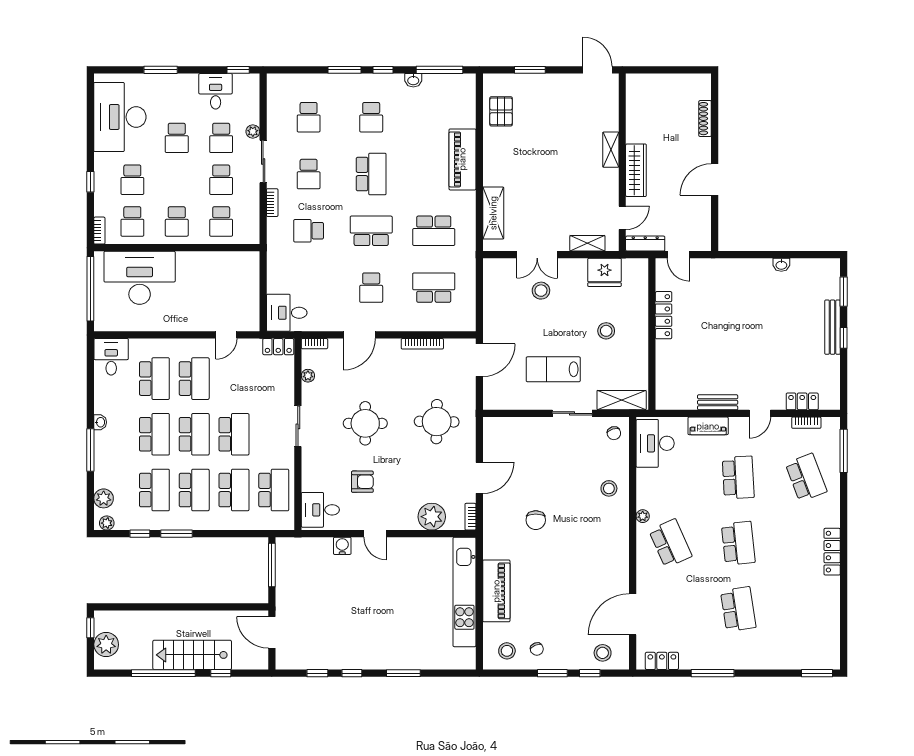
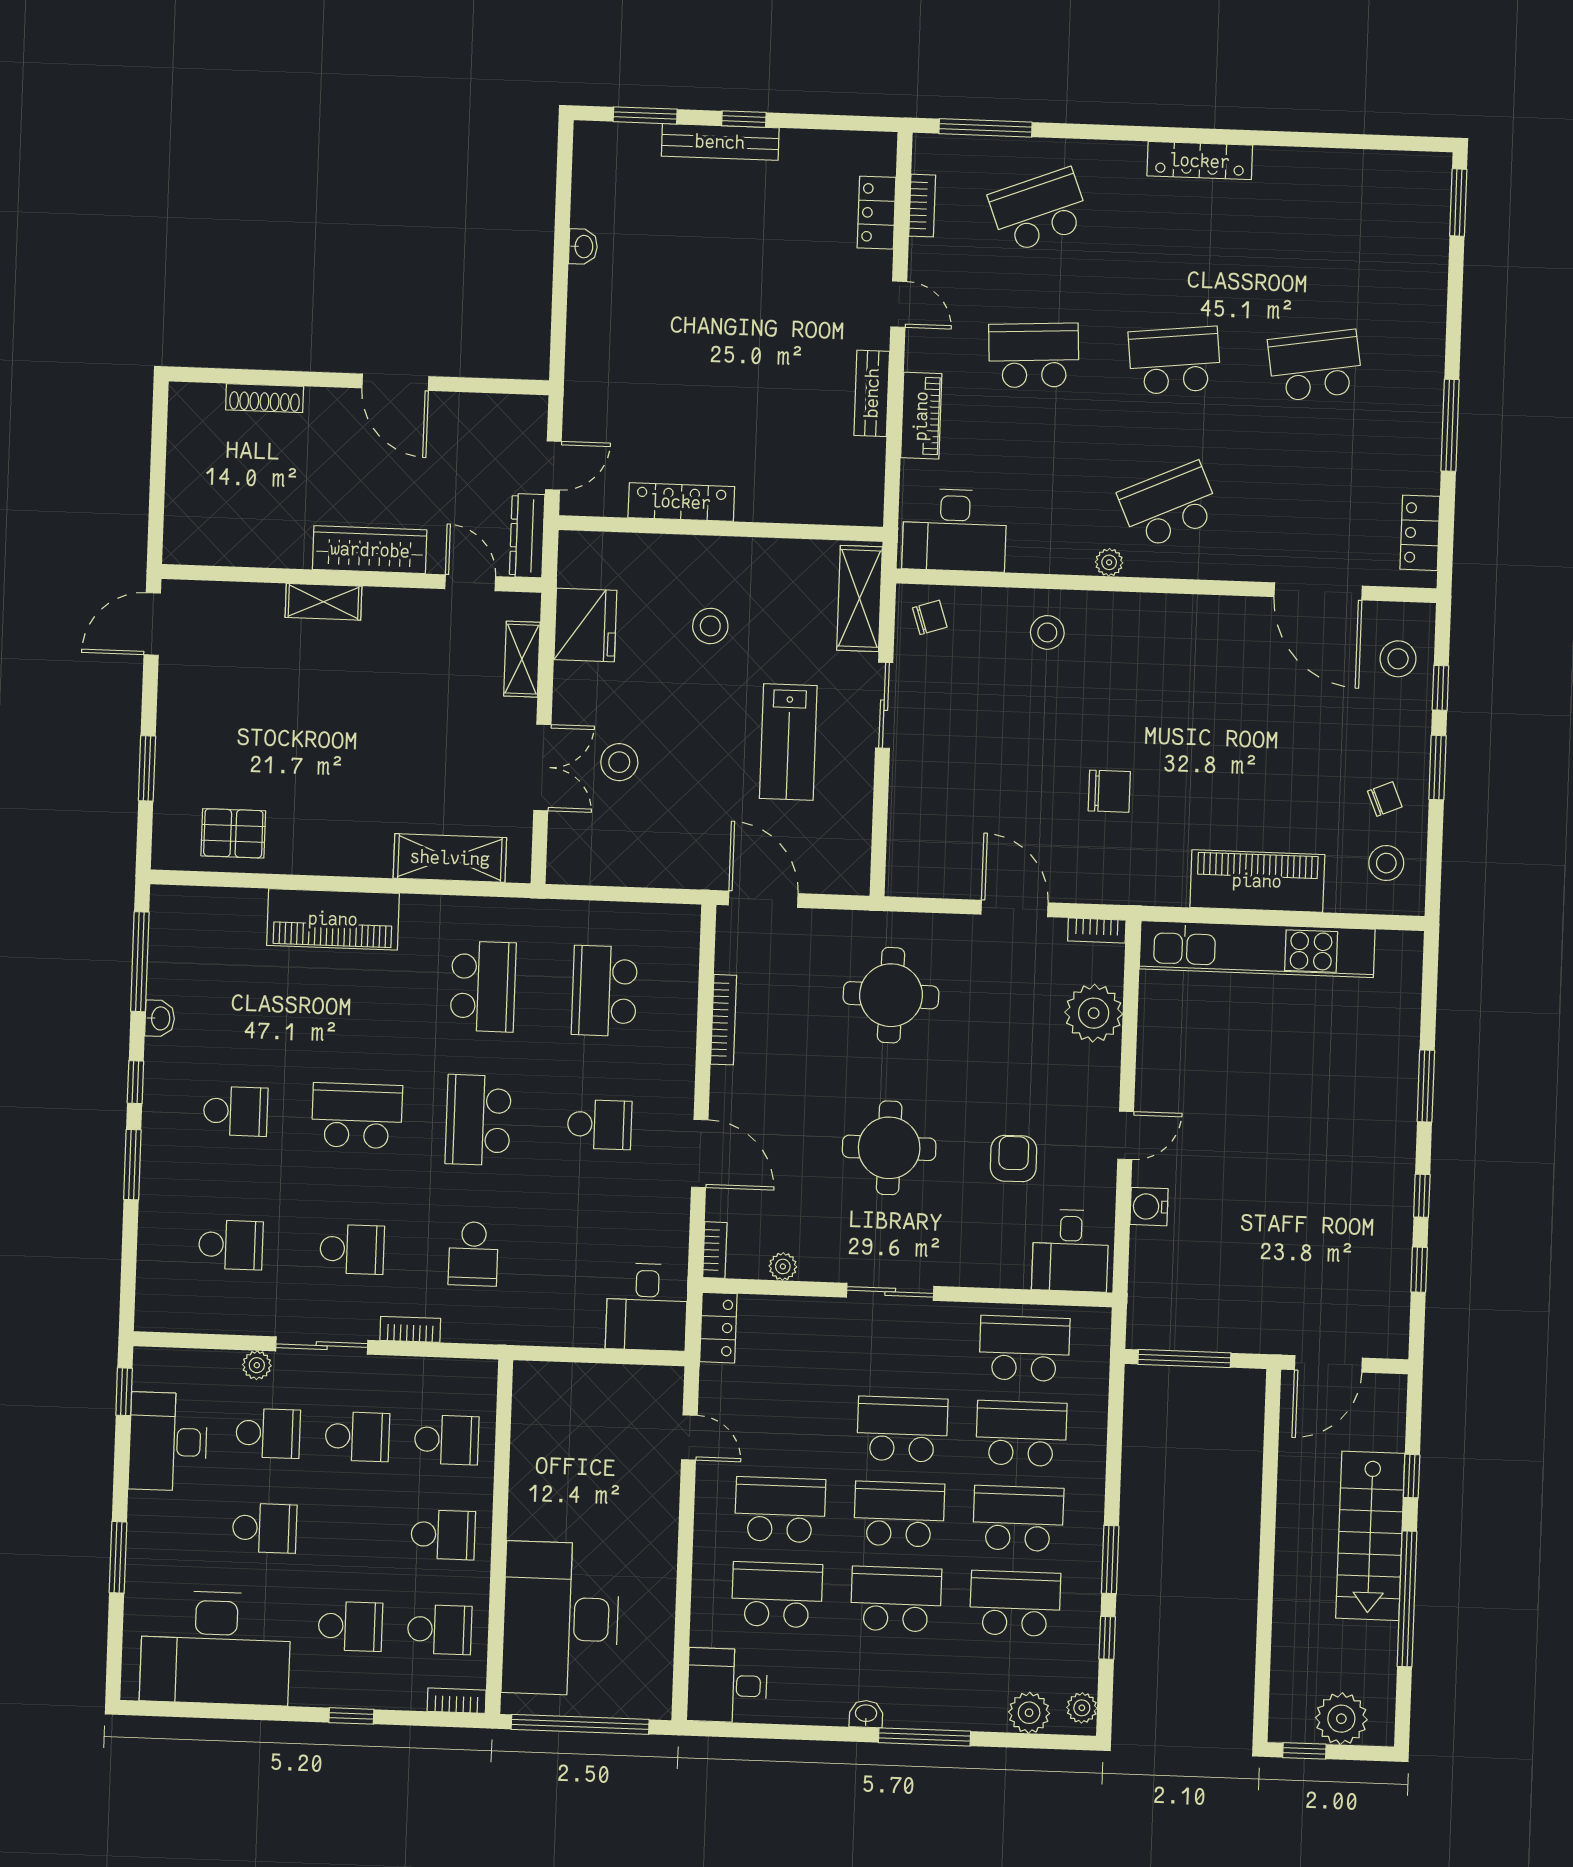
desk: (216, 91) -> (168, 1442), width x1.37

